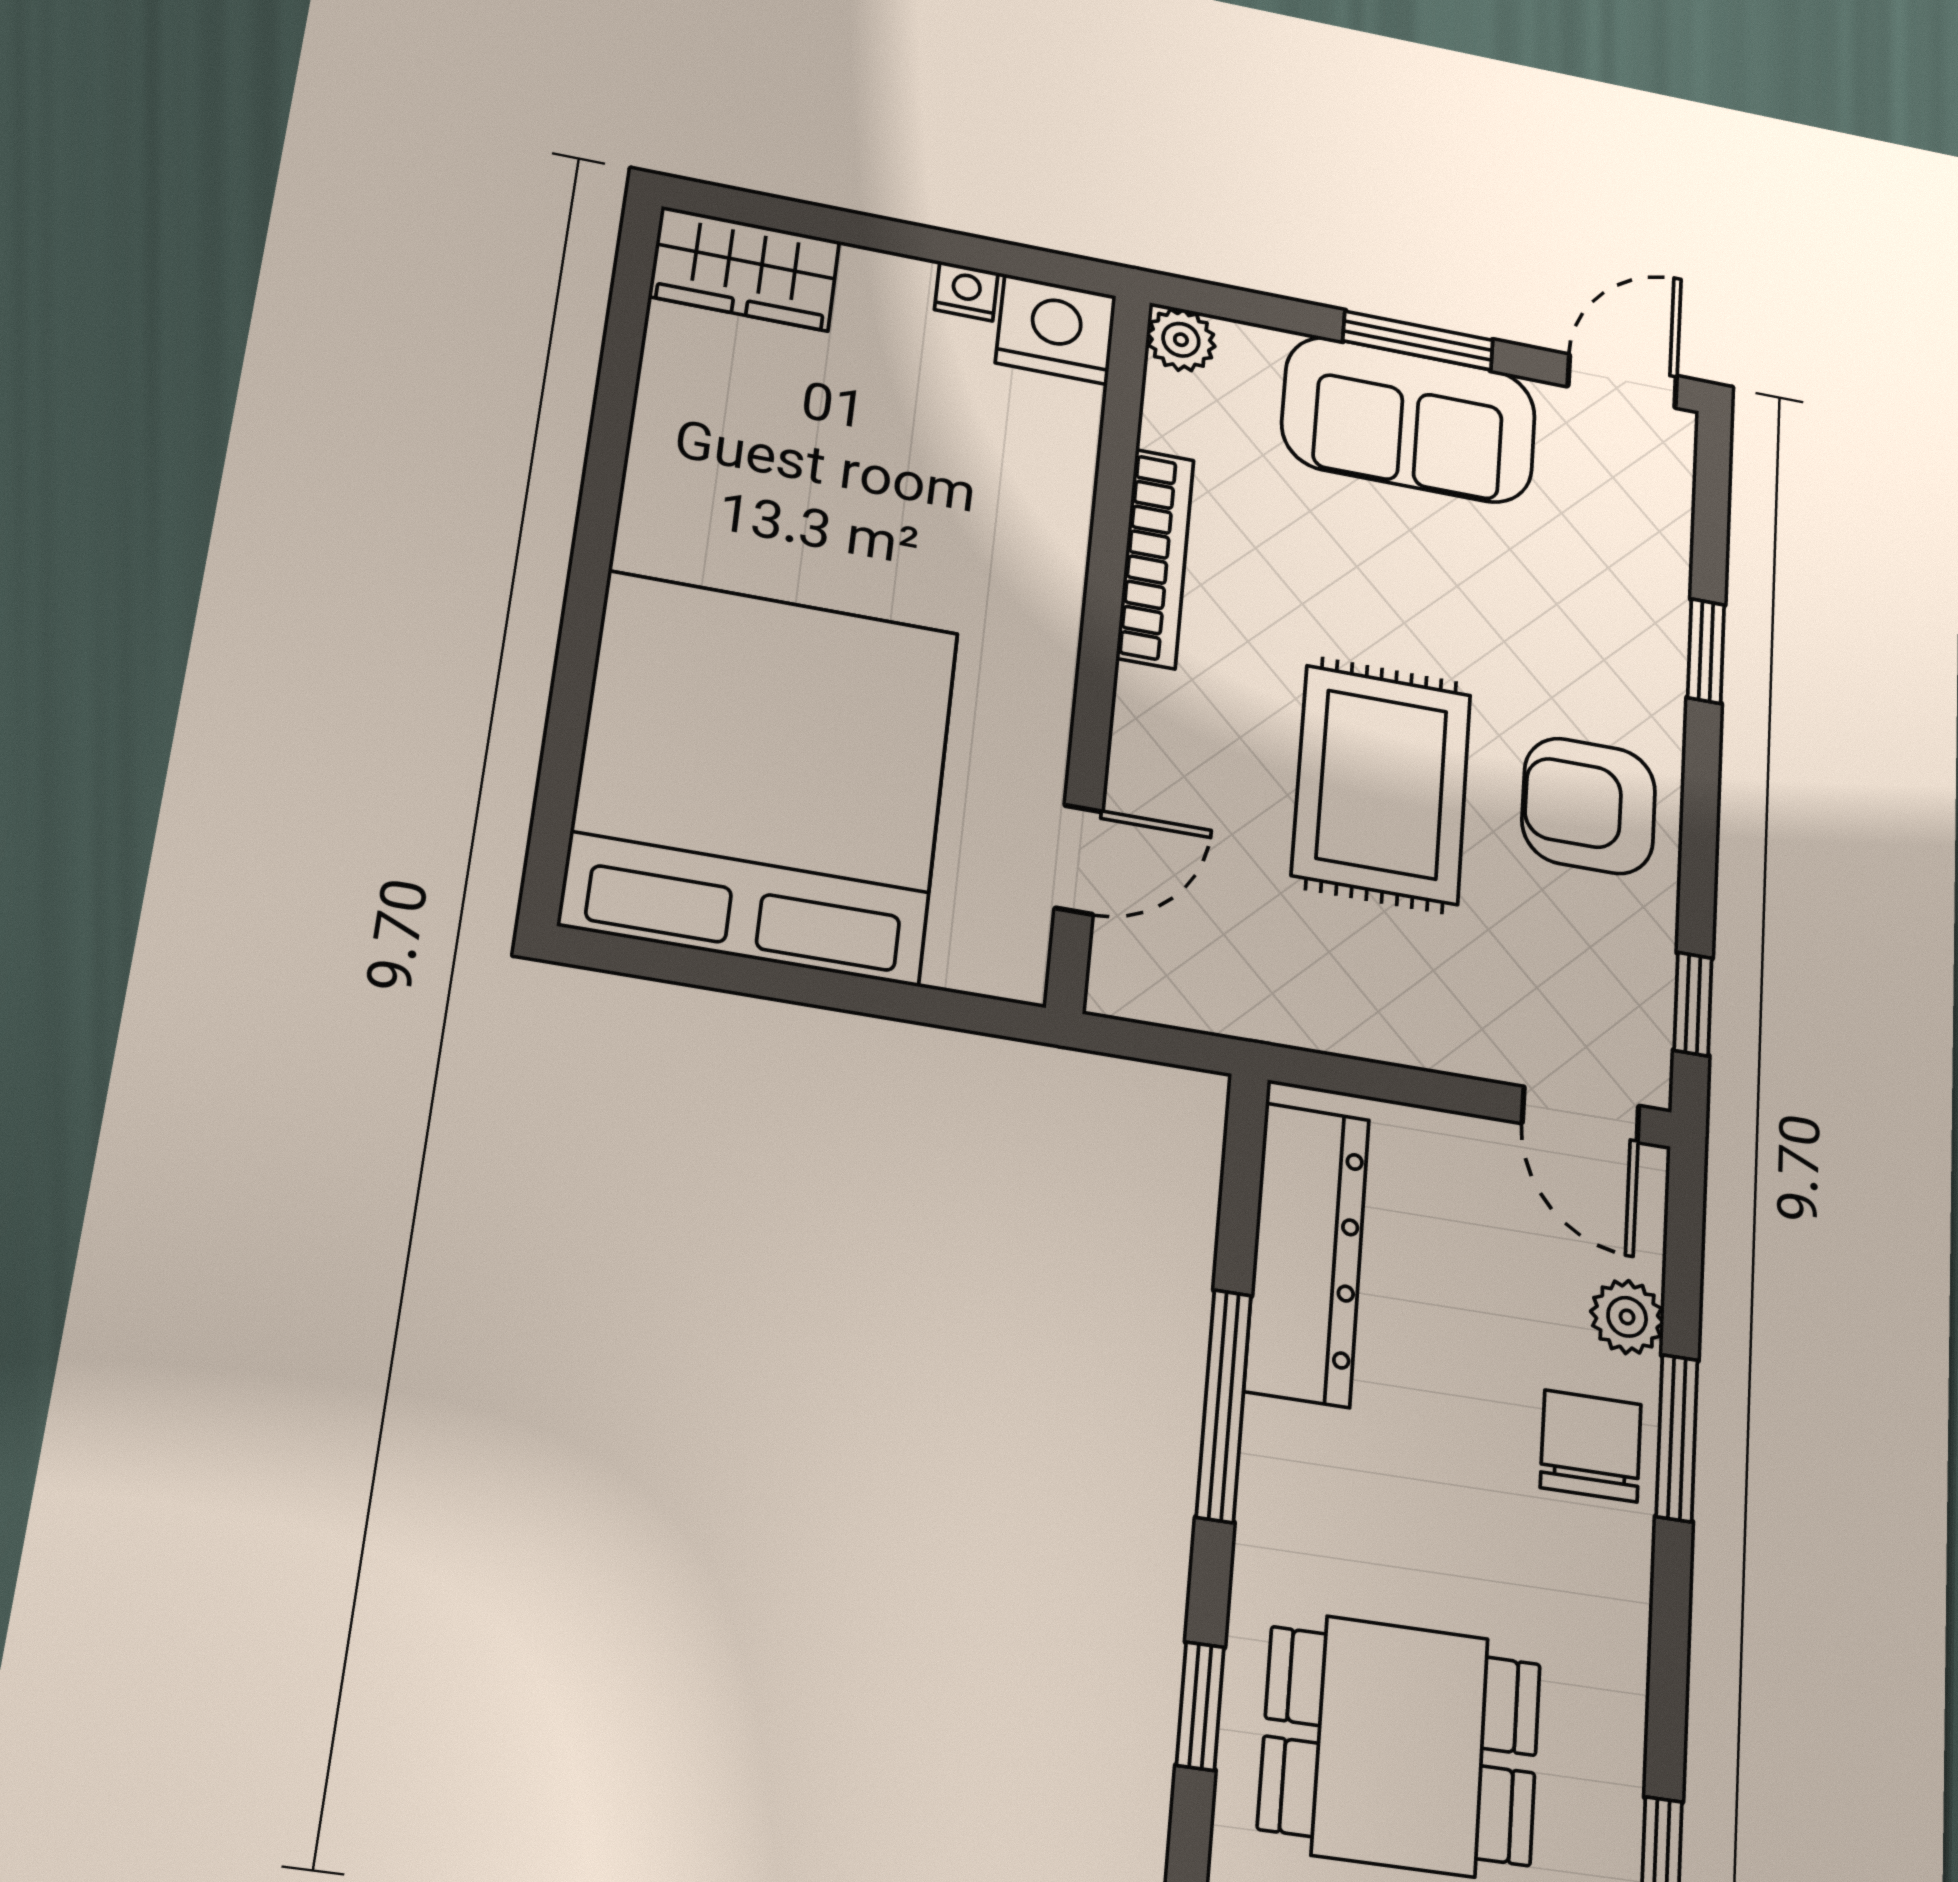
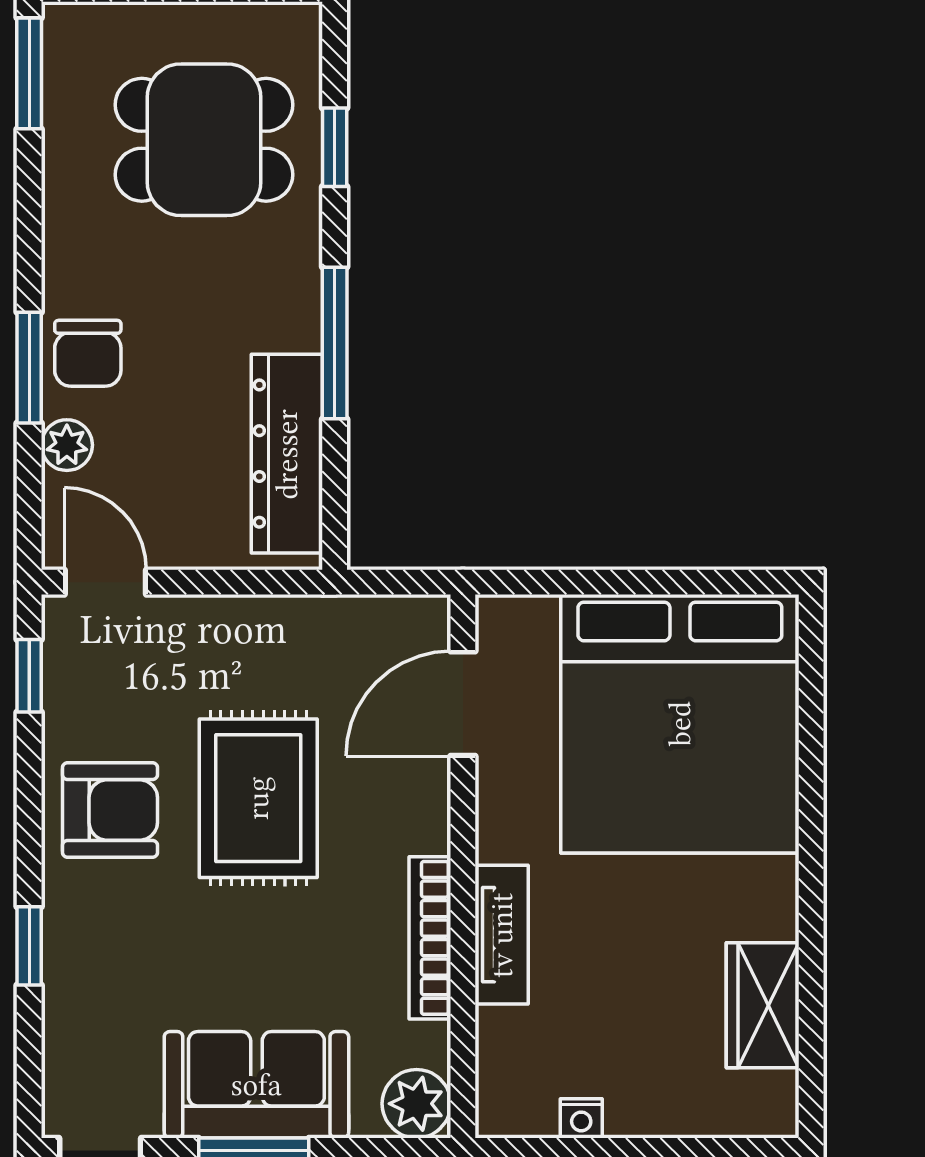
wardrobe: (745, 269) -> (763, 1005), moved, turned -90
nightstand: (1056, 329) -> (515, 1102), removed
plant: (1181, 340) -> (416, 1104), width x1.38, depth x1.38
tv unit: (1053, 544) -> (502, 935), added
door: (1079, 860) -> (463, 704), width x1.37

